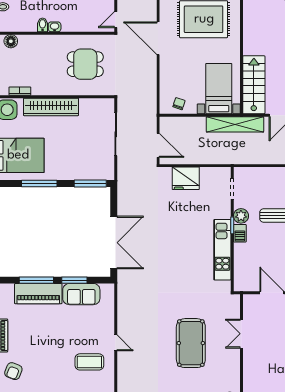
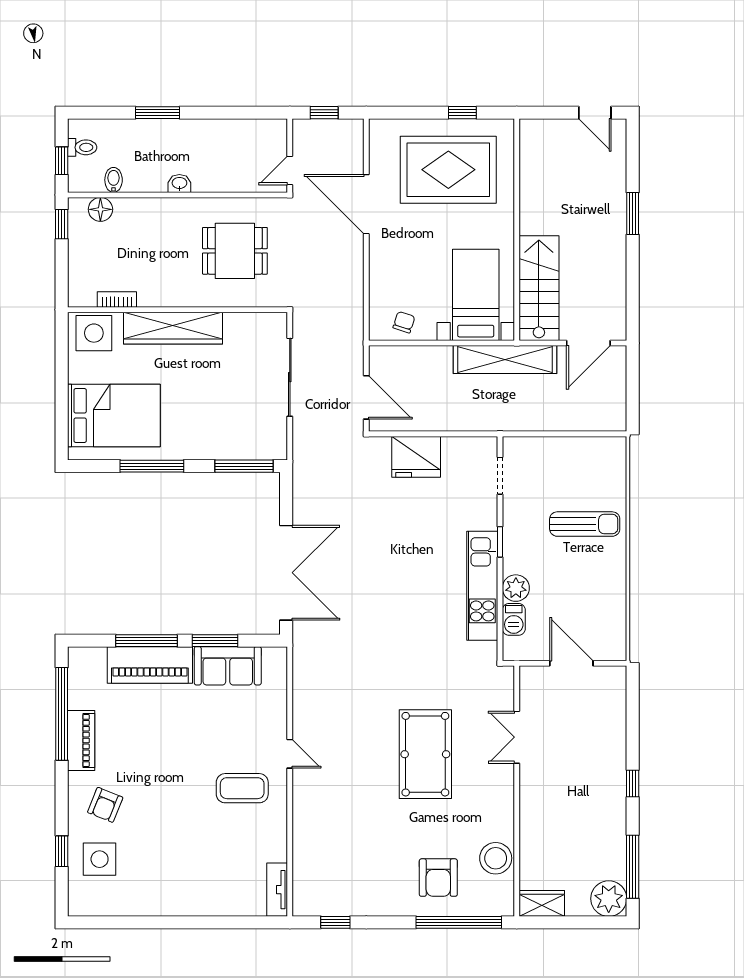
bidet: (43, 25) -> (114, 180), moved
plant: (241, 216) -> (516, 588), moved
barbecue: (240, 233) -> (514, 619), moved

